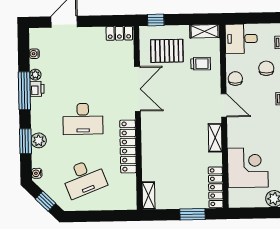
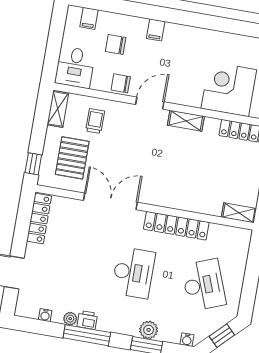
locker: (119, 33) -> (39, 219), width x1.53

